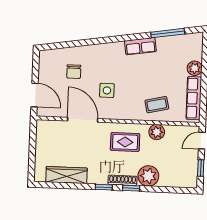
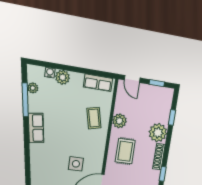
plant: (181, 40) -> (33, 88), added
water cooler: (198, 55) -> (50, 73), added
row of seats: (194, 98) -> (98, 83), width x0.68
window: (131, 188) -> (172, 117), moved

